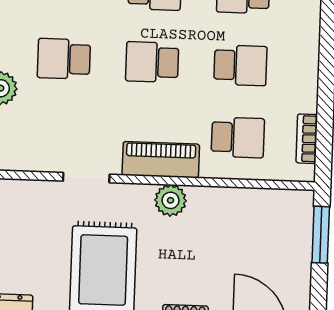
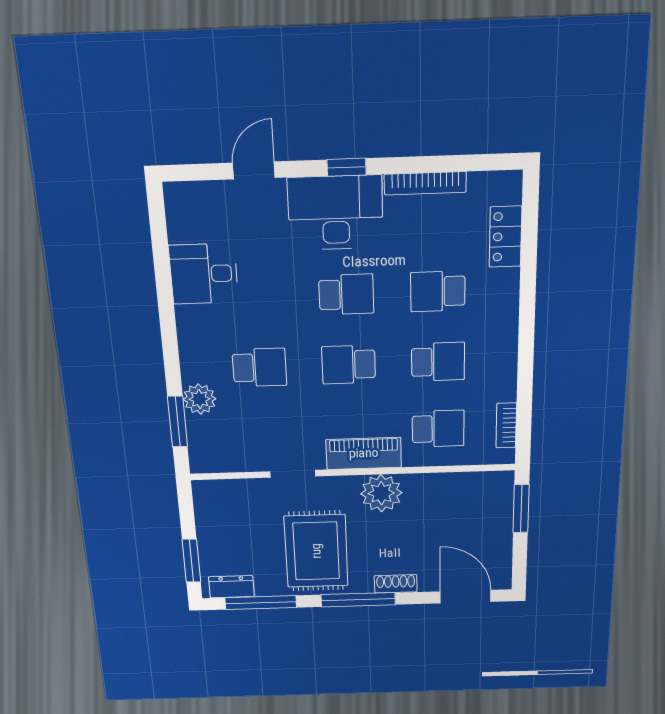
school desk: (64, 59) -> (259, 367), turned 180
plant: (171, 200) -> (381, 493), width x1.36, depth x1.36

